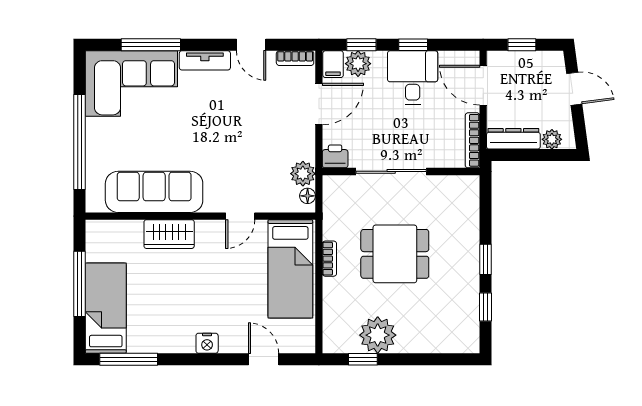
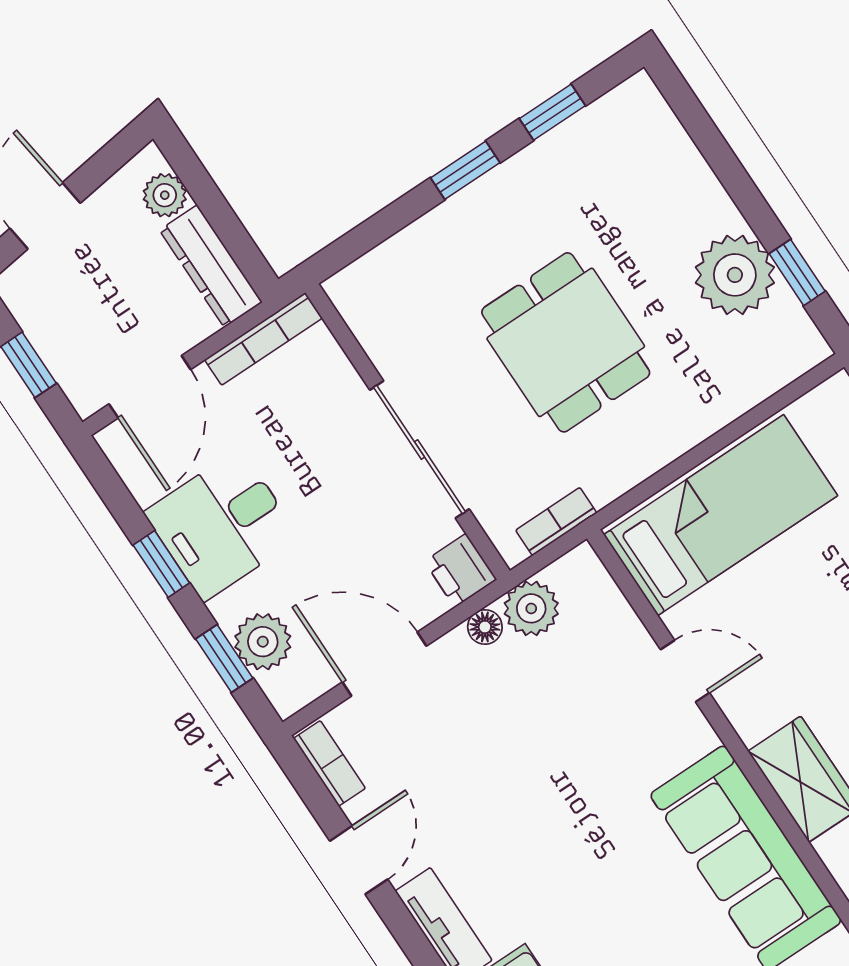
filing cabinet: (333, 64) -> (294, 687), removed
floor lamp: (308, 196) -> (485, 627), moved
bookcase: (329, 259) -> (556, 522), moved

